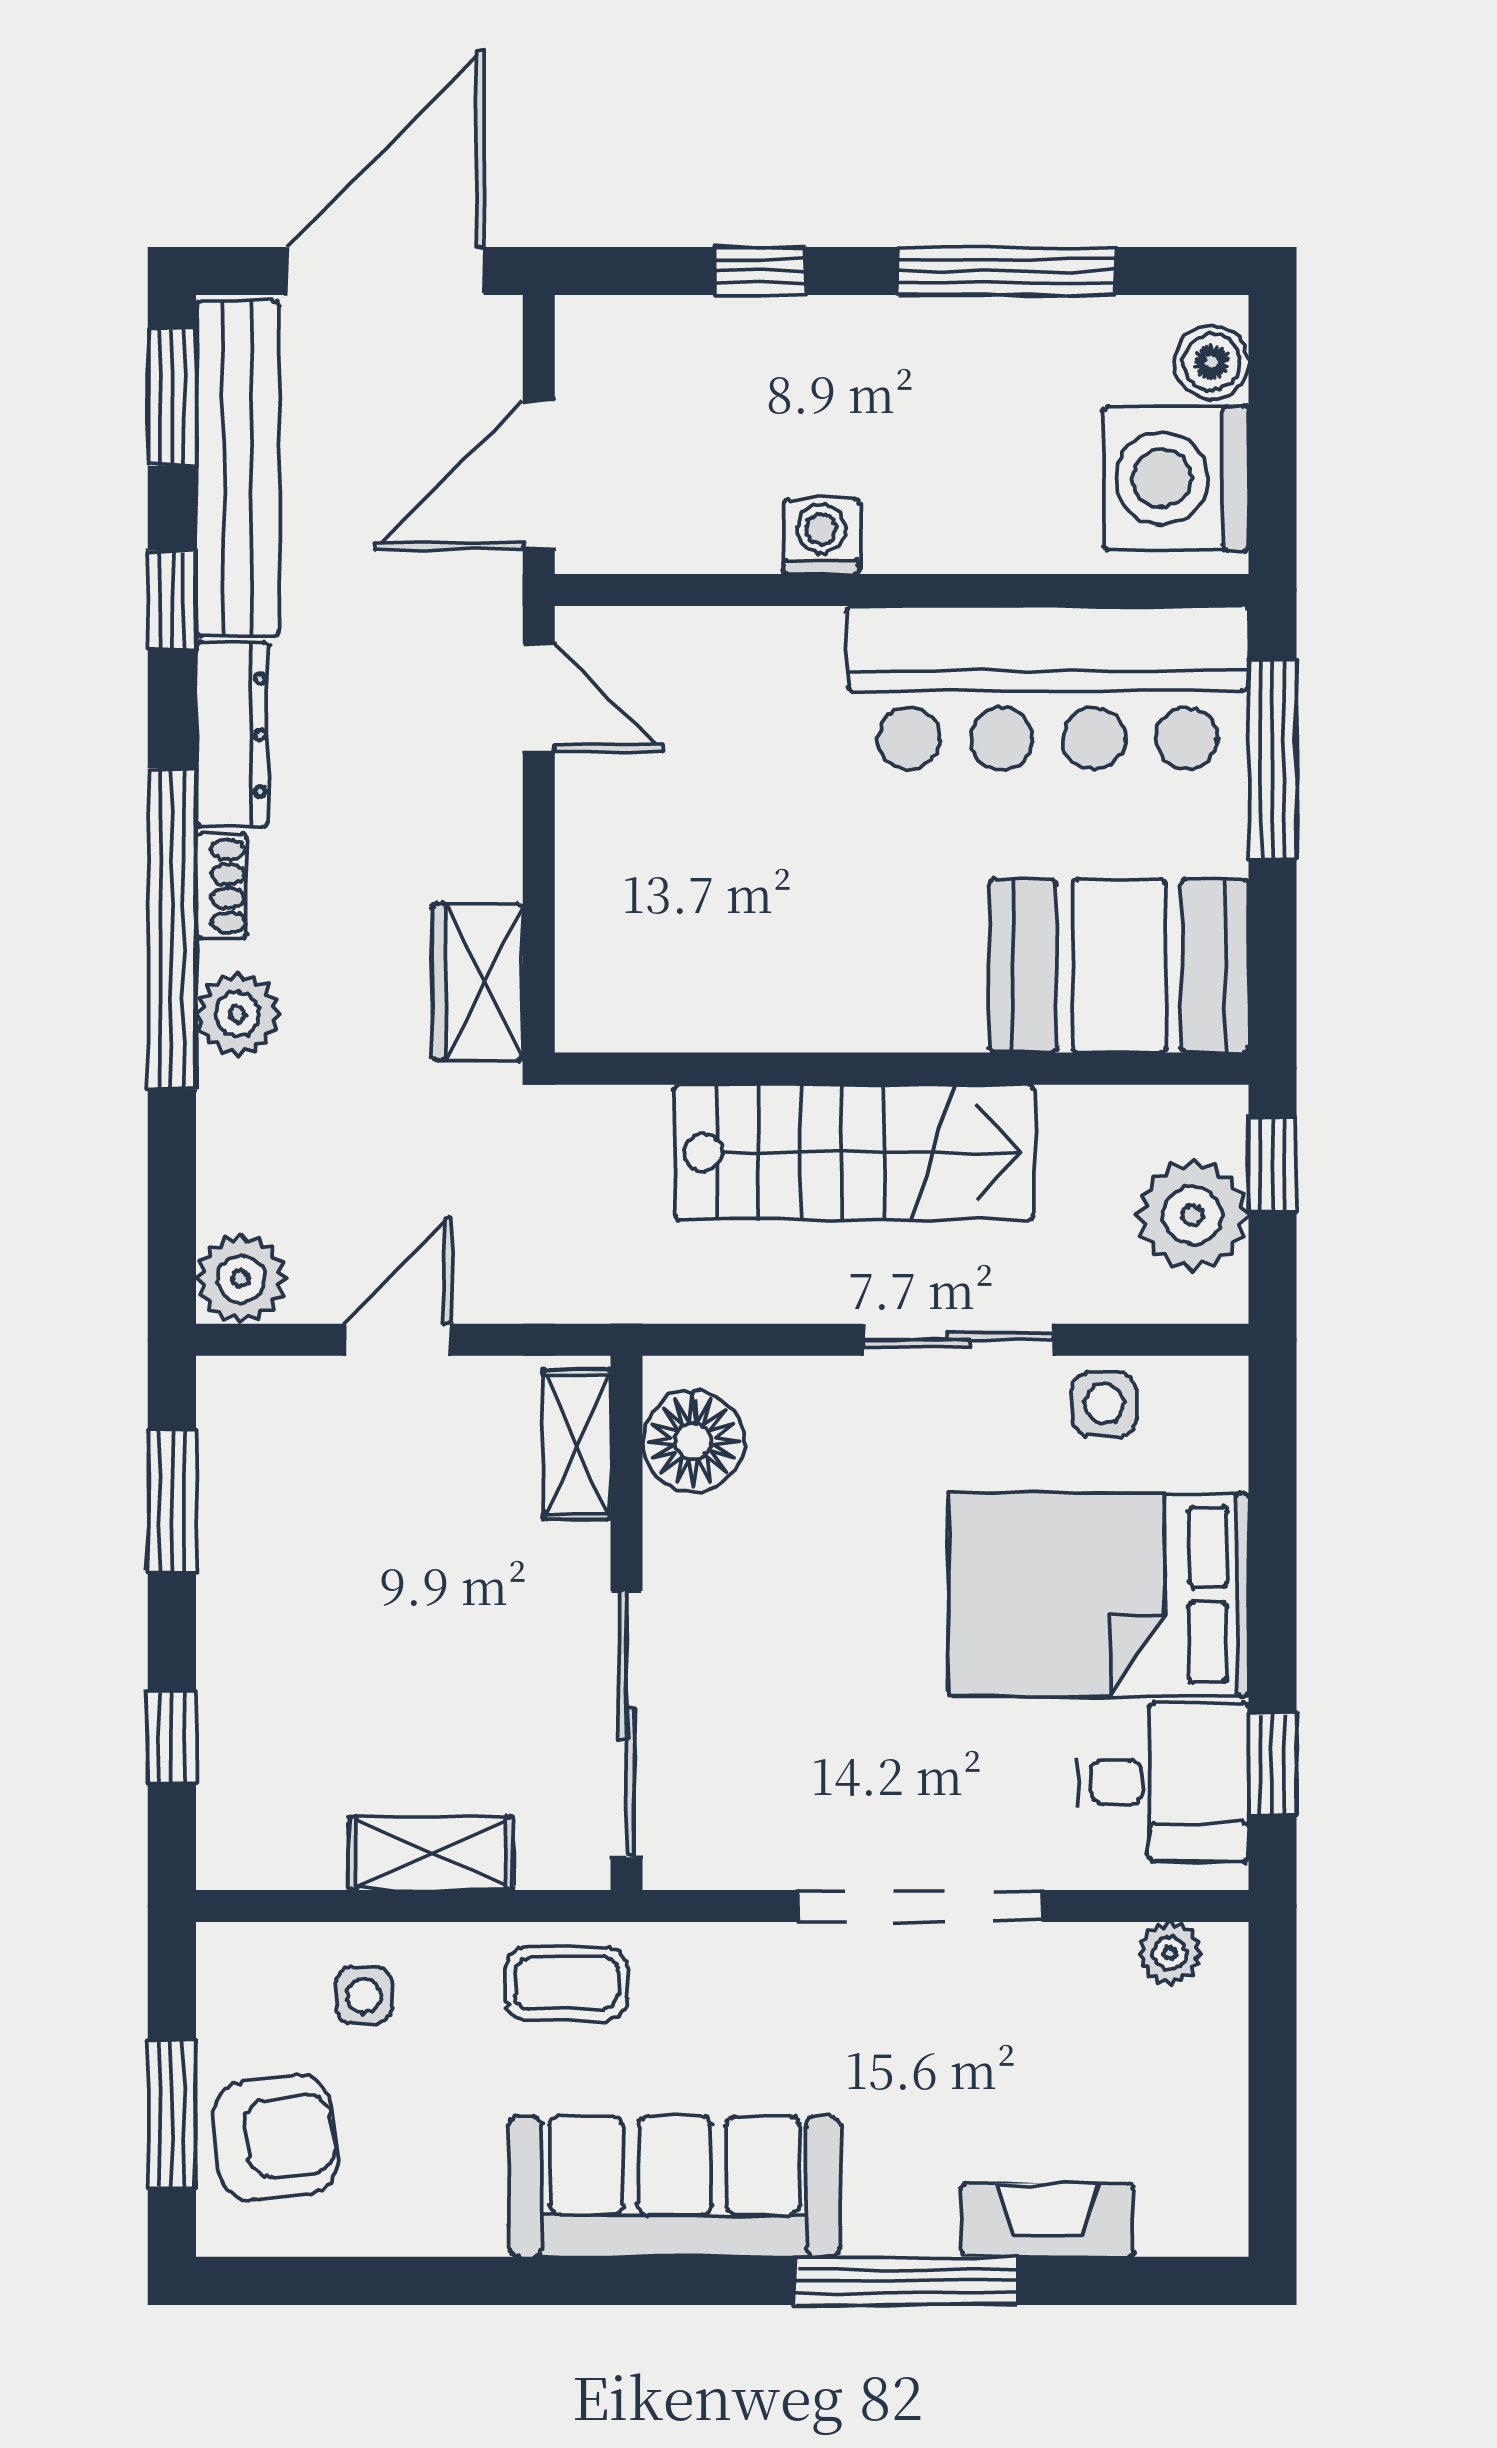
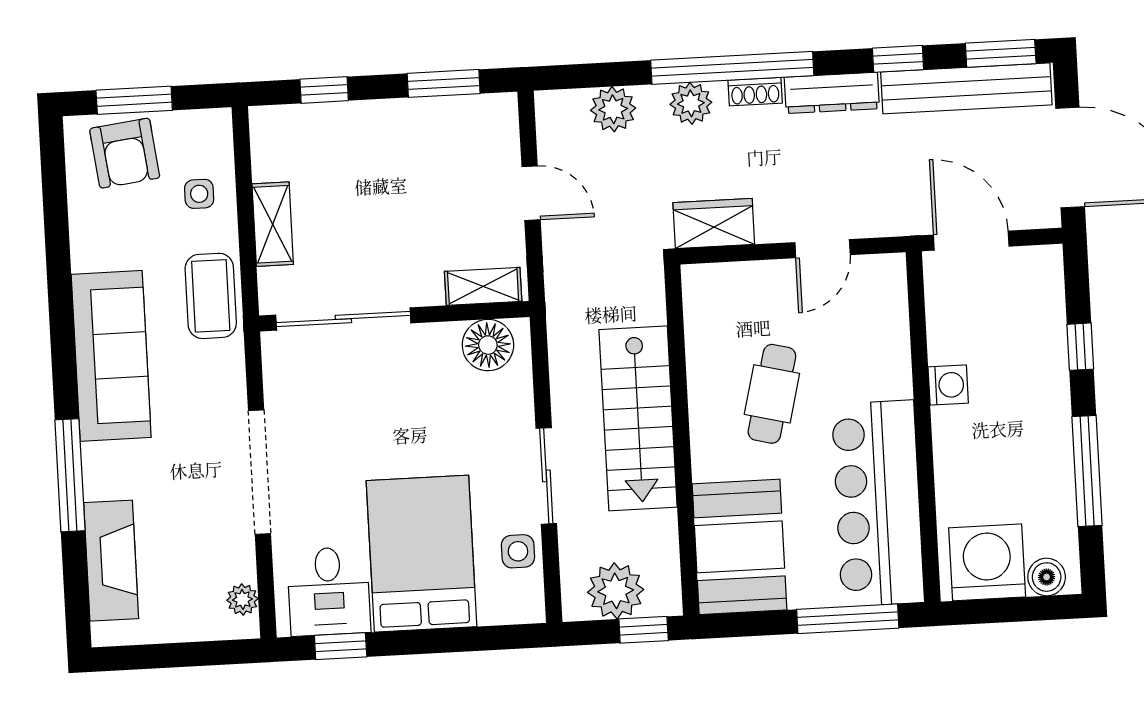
door: (539, 698) -> (823, 249), moved
cafe table: (820, 885) -> (772, 394), added
plant: (241, 1279) -> (613, 109), moved
coffee table: (567, 1983) -> (211, 296), width x1.36, depth x1.30
fireplace: (1047, 2220) -> (111, 561), width x1.37, depth x1.32

